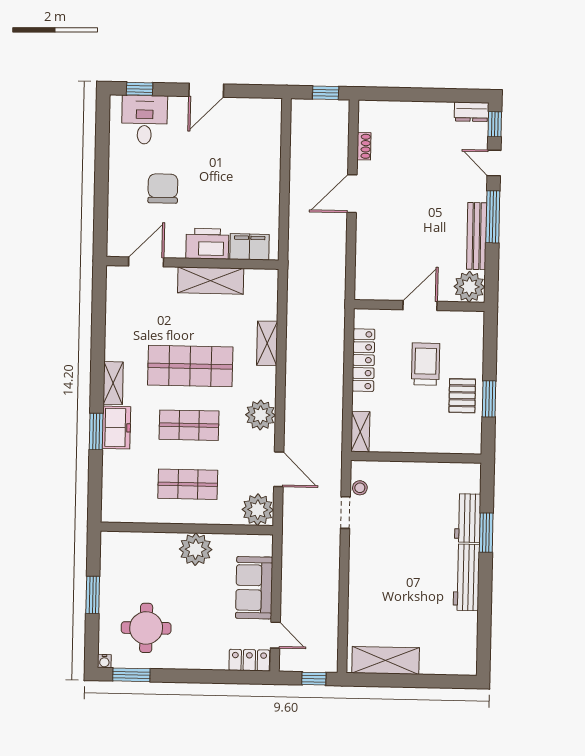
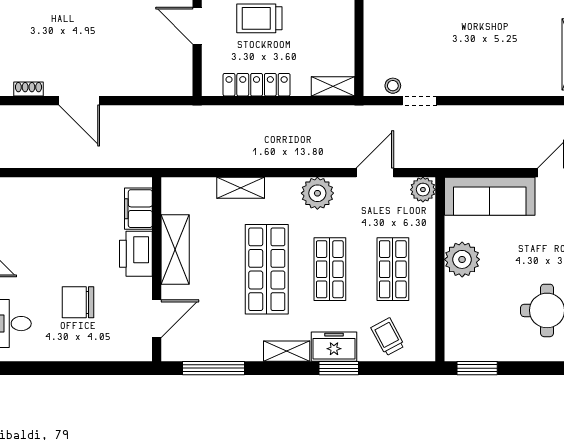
door: (146, 262) -> (157, 319), swing flipped
window: (99, 314) -> (213, 368), added
trolley: (124, 478) -> (388, 337), added
plant: (258, 510) -> (423, 190), width x0.73, depth x0.73
sofa: (254, 588) -> (490, 196), width x1.36
window: (93, 595) -> (477, 368), moved

